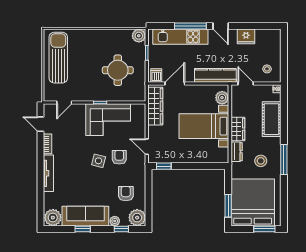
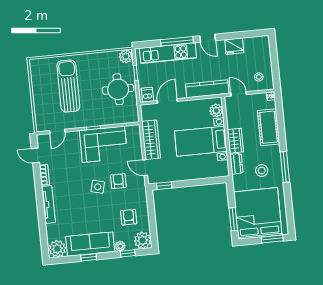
sun lounger: (58, 58) -> (68, 86), moved
round table: (118, 70) -> (118, 89), moved
wardrobe: (155, 106) -> (151, 140), moved

